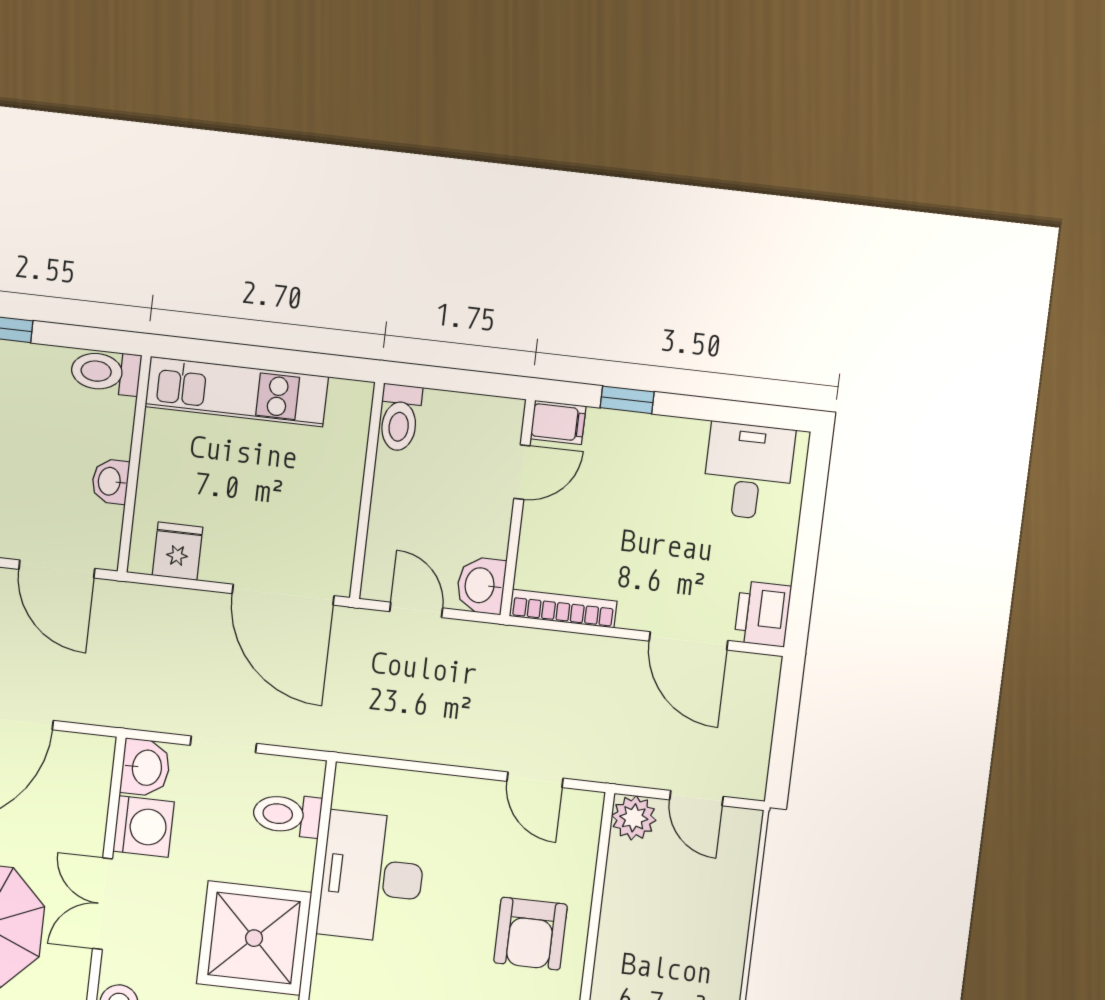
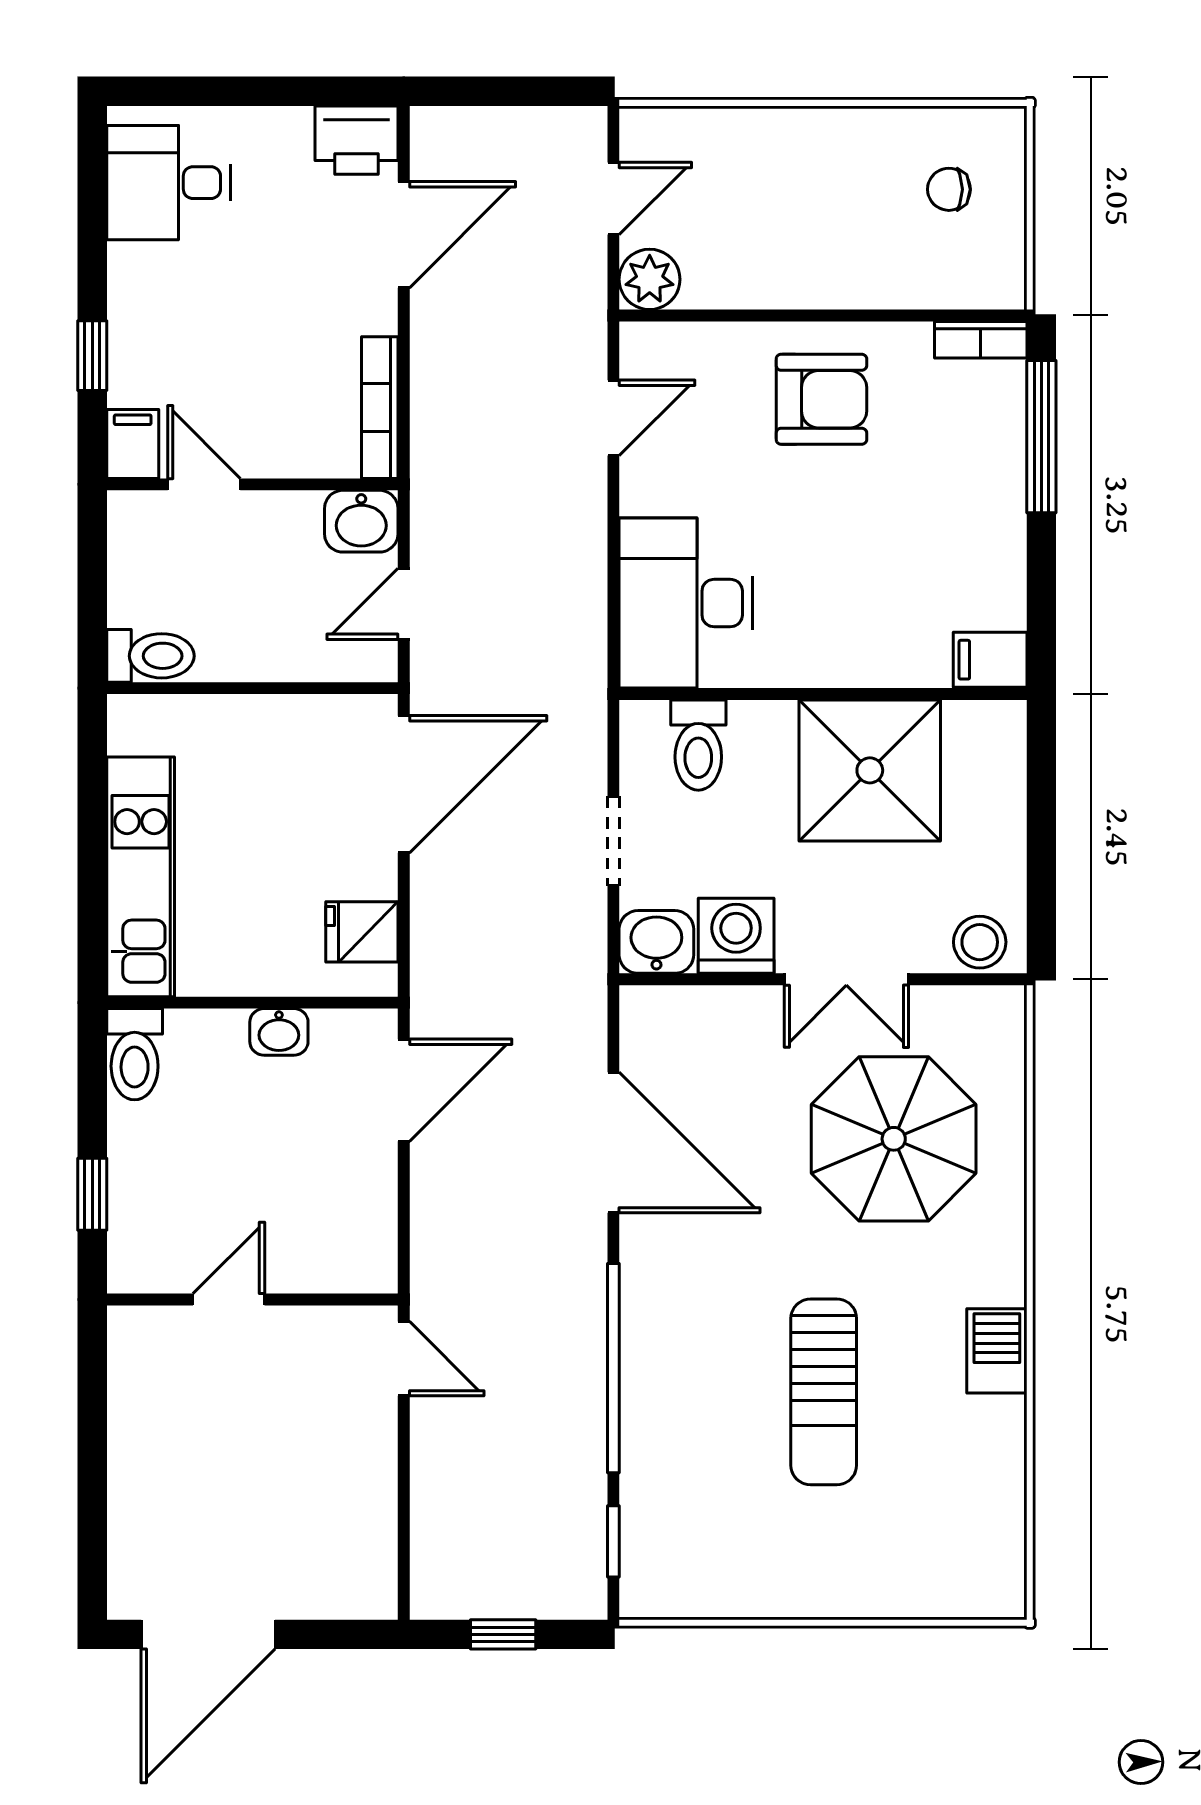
desk: (372, 877) -> (686, 603), moved, turned 90

